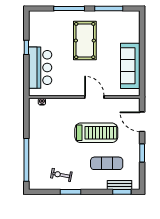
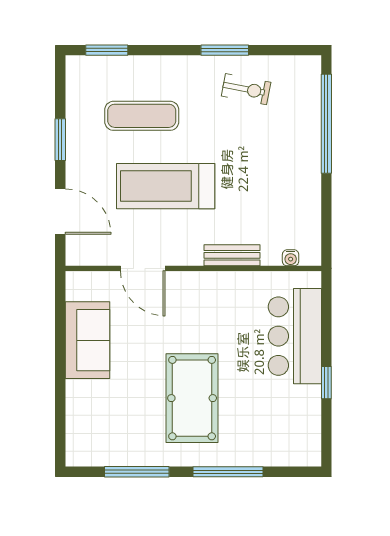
sofa: (130, 66) -> (87, 340), width x0.73
door: (94, 97) -> (143, 268), moved
bench: (120, 185) -> (232, 255), moved

